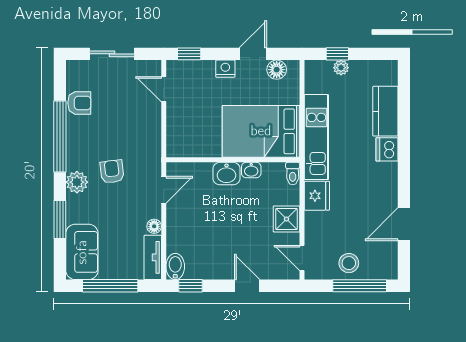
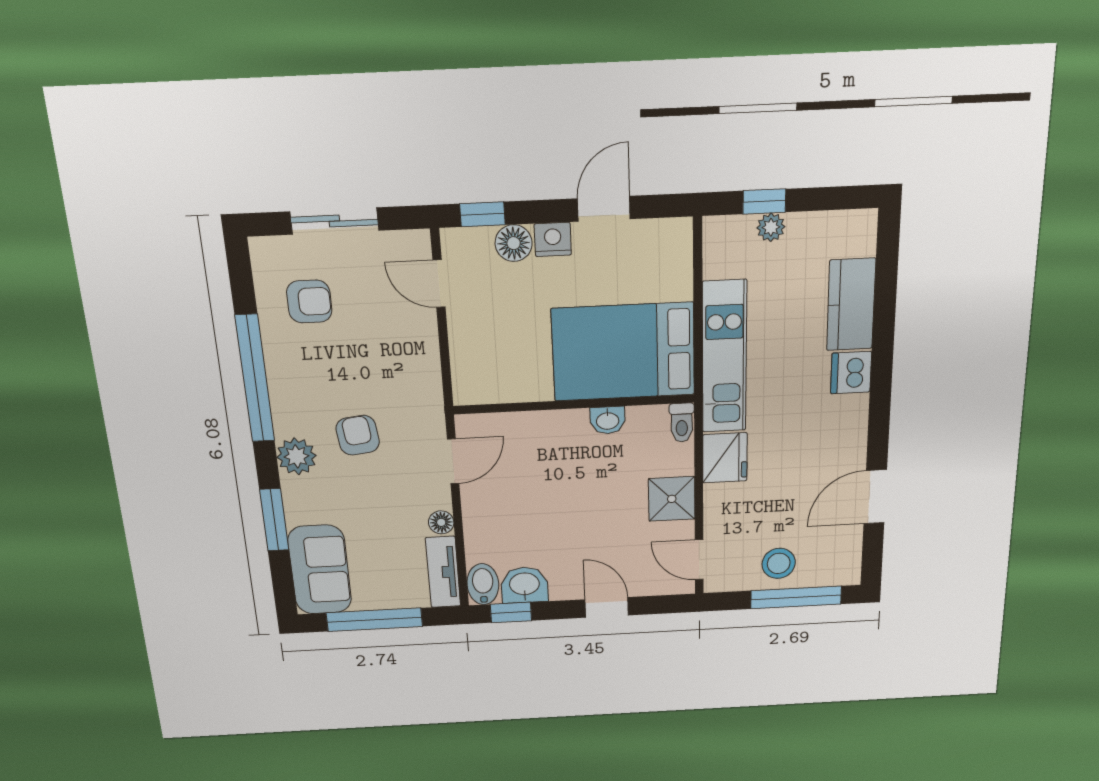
floor lamp: (277, 70) -> (514, 243), moved
armchair: (79, 103) -> (309, 301), moved
washbasin: (227, 174) -> (524, 585), moved, turned 180

